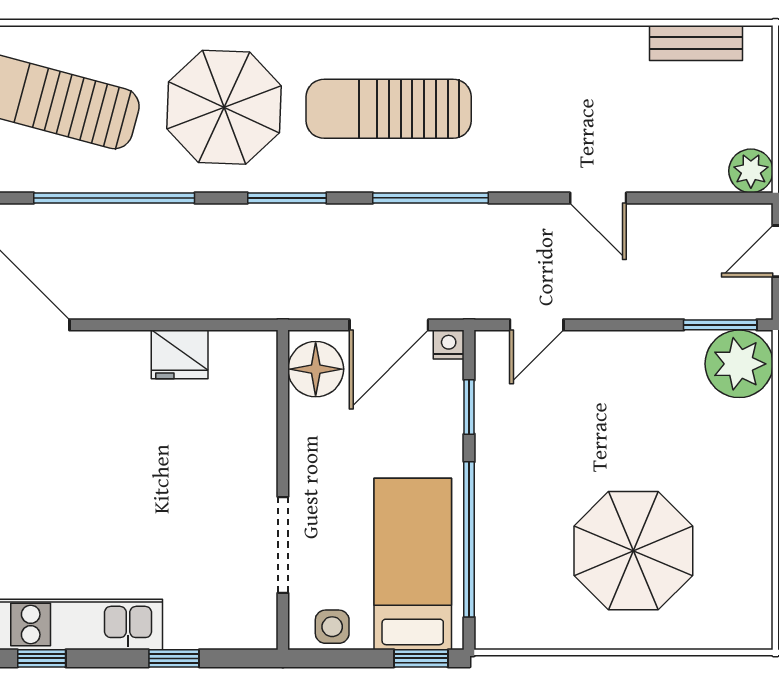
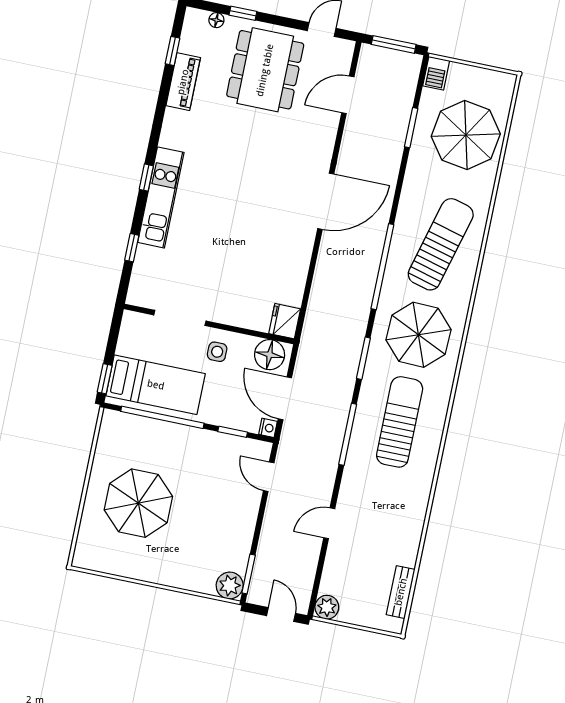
fridge: (180, 354) -> (285, 321), moved
plant: (739, 364) -> (230, 586), width x0.73, depth x0.73
side table: (332, 627) -> (217, 352), moved

